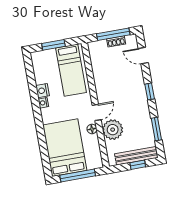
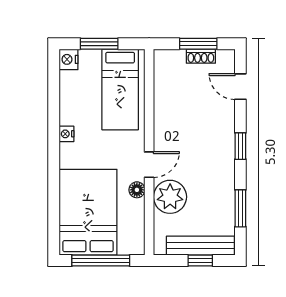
window: (113, 34) -> (198, 44), width x0.69
nightstand: (42, 91) -> (68, 59), moved

